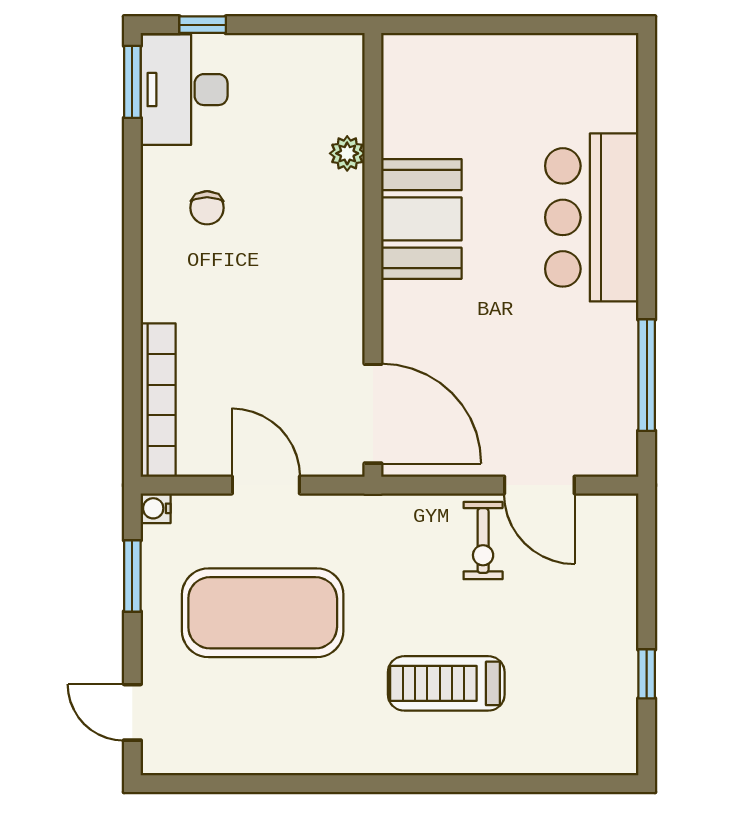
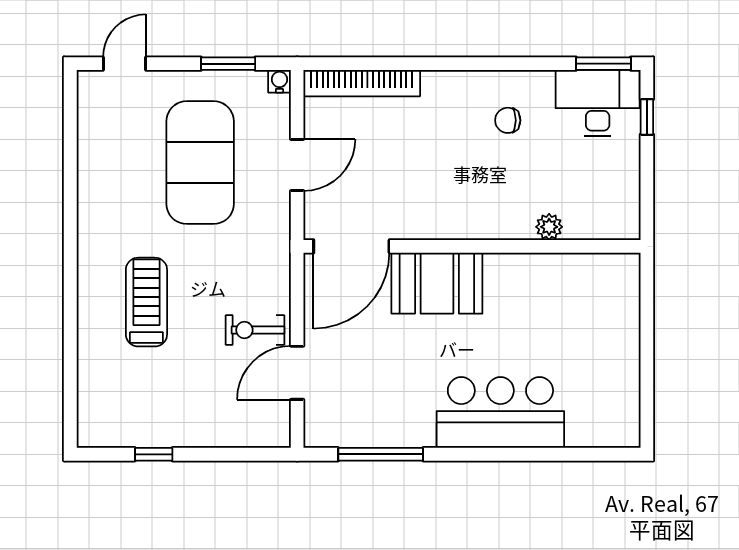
booth: (421, 219) -> (437, 283), moved

